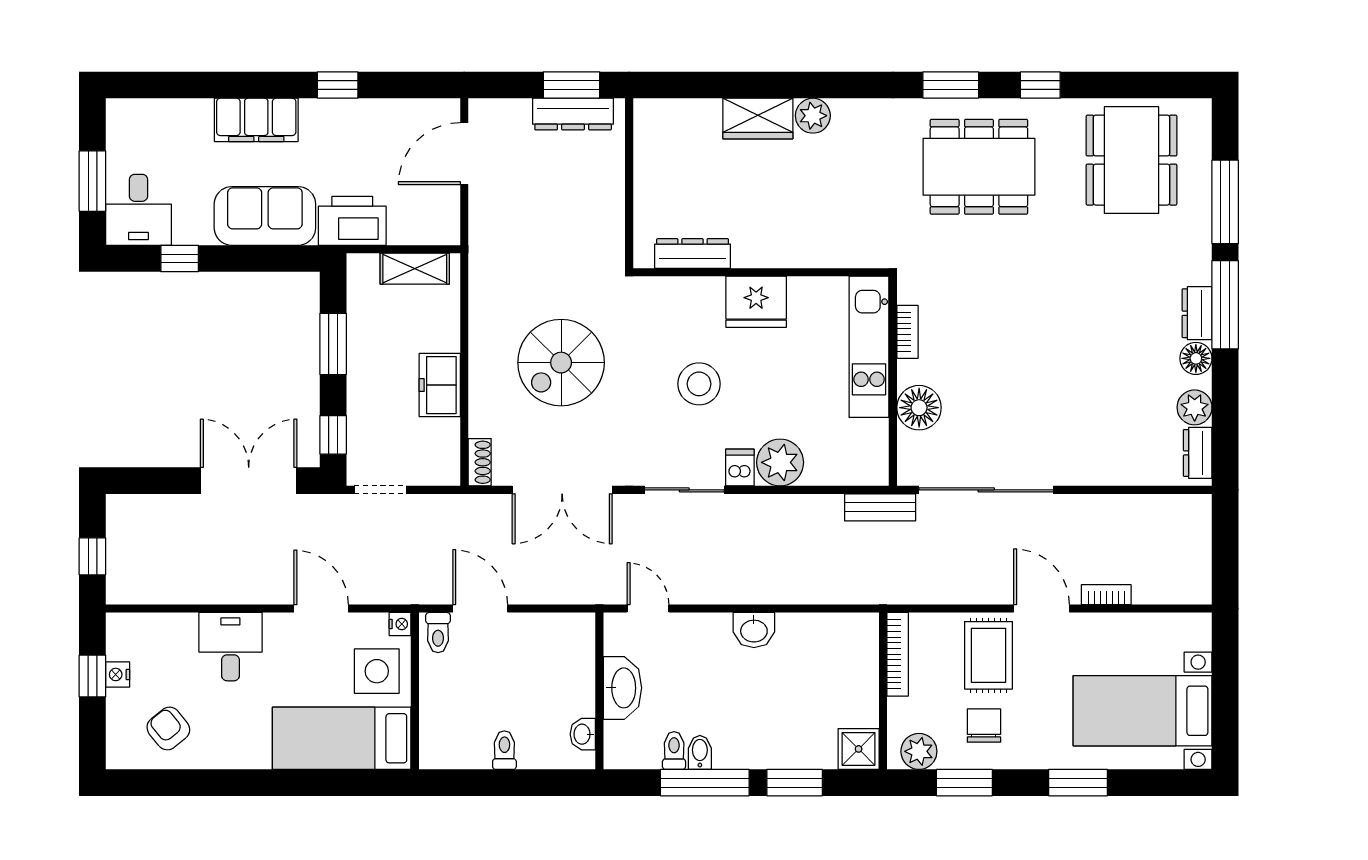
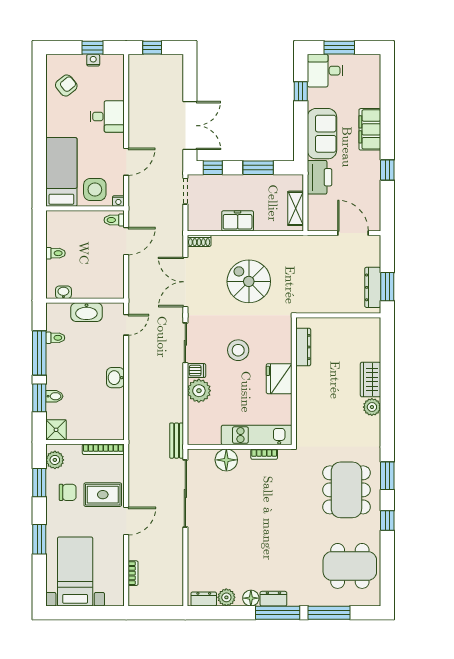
bookcase: (1106, 595) -> (133, 573), moved
bidet: (700, 752) -> (54, 396), moved

